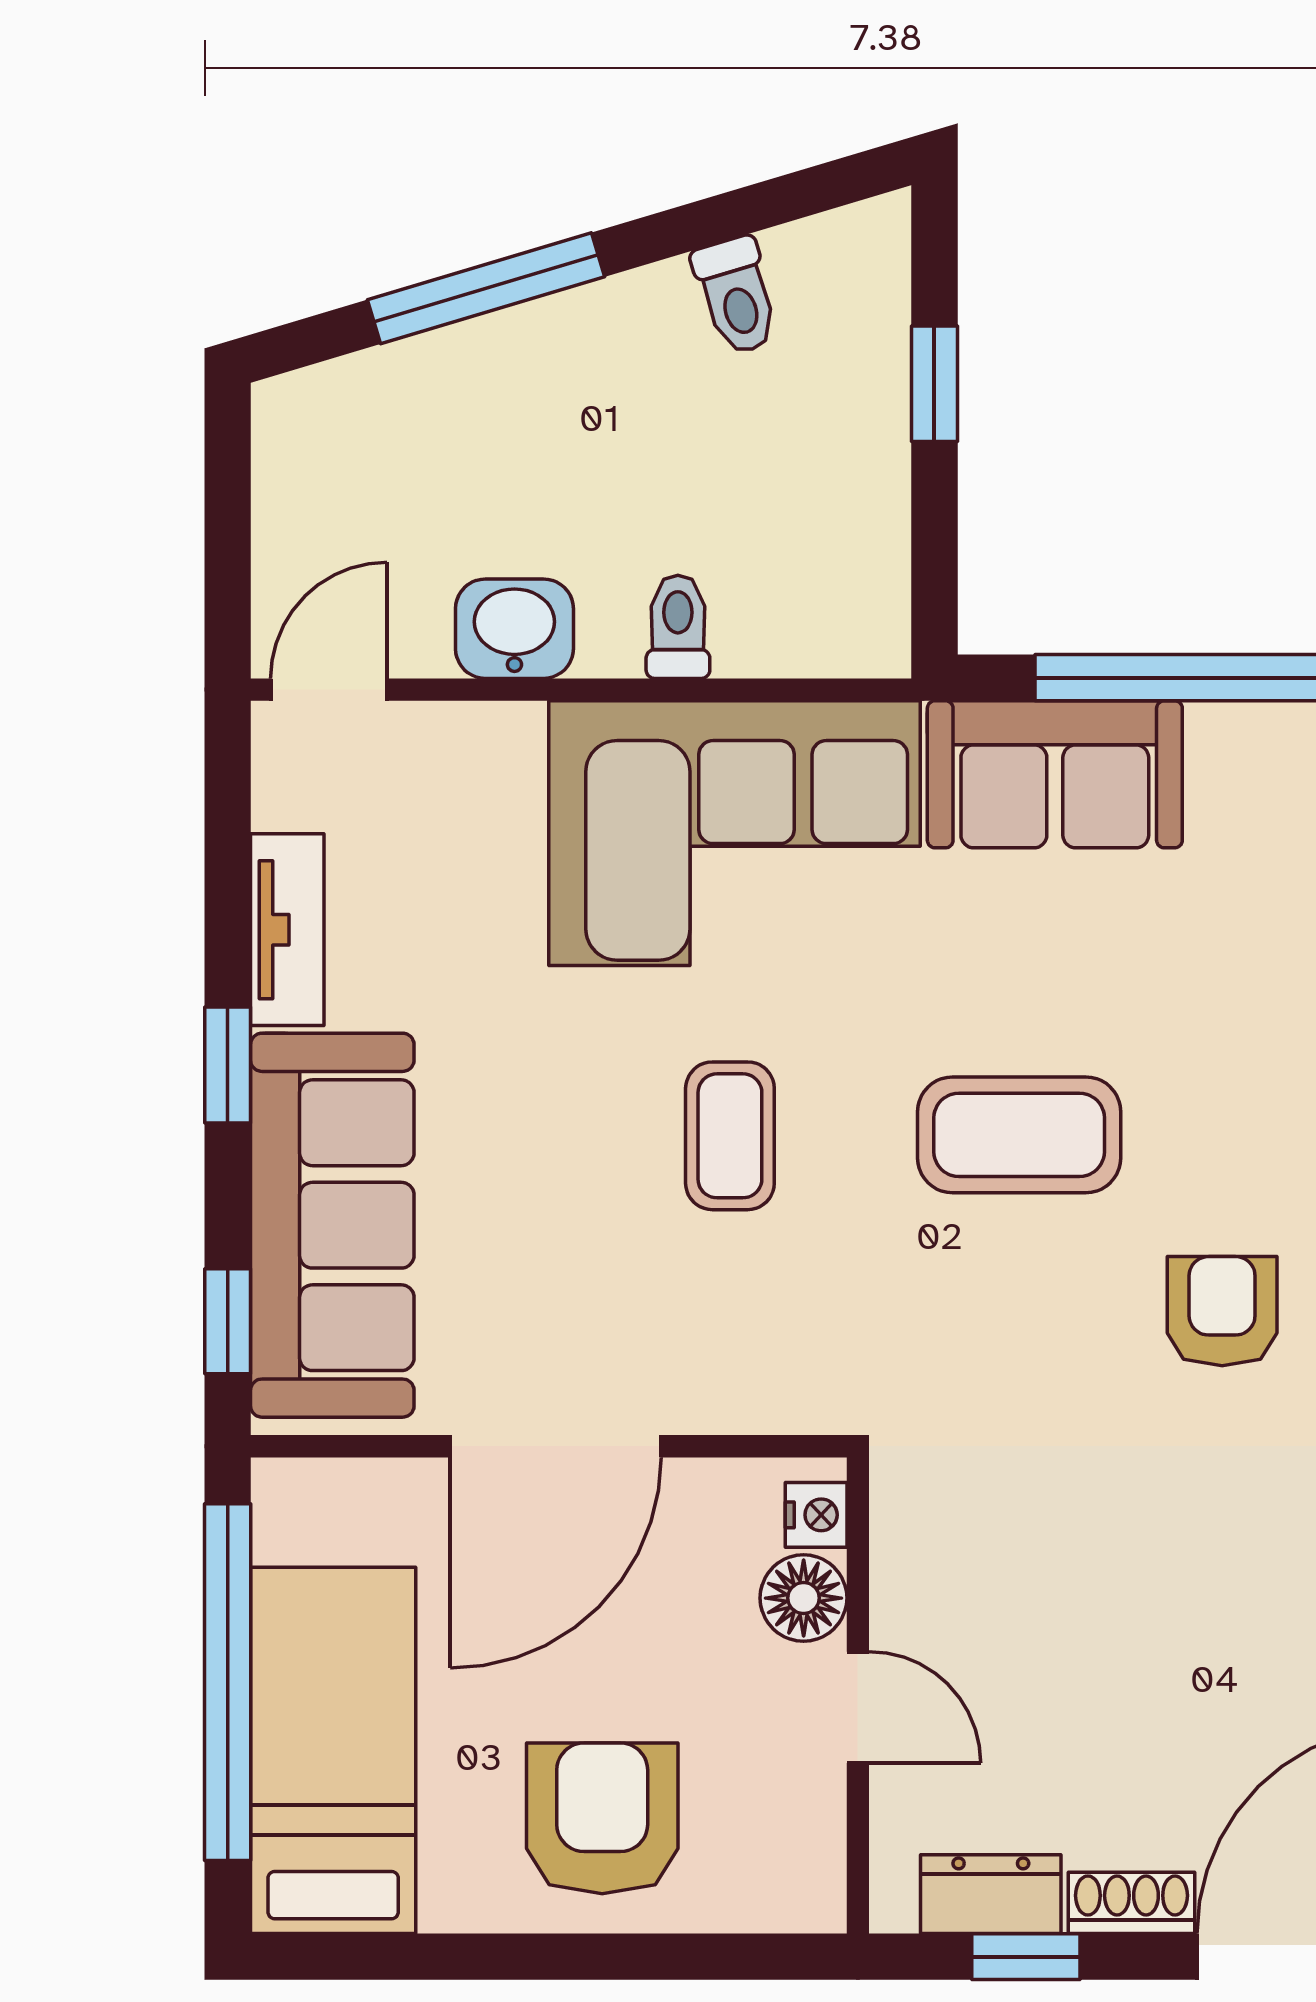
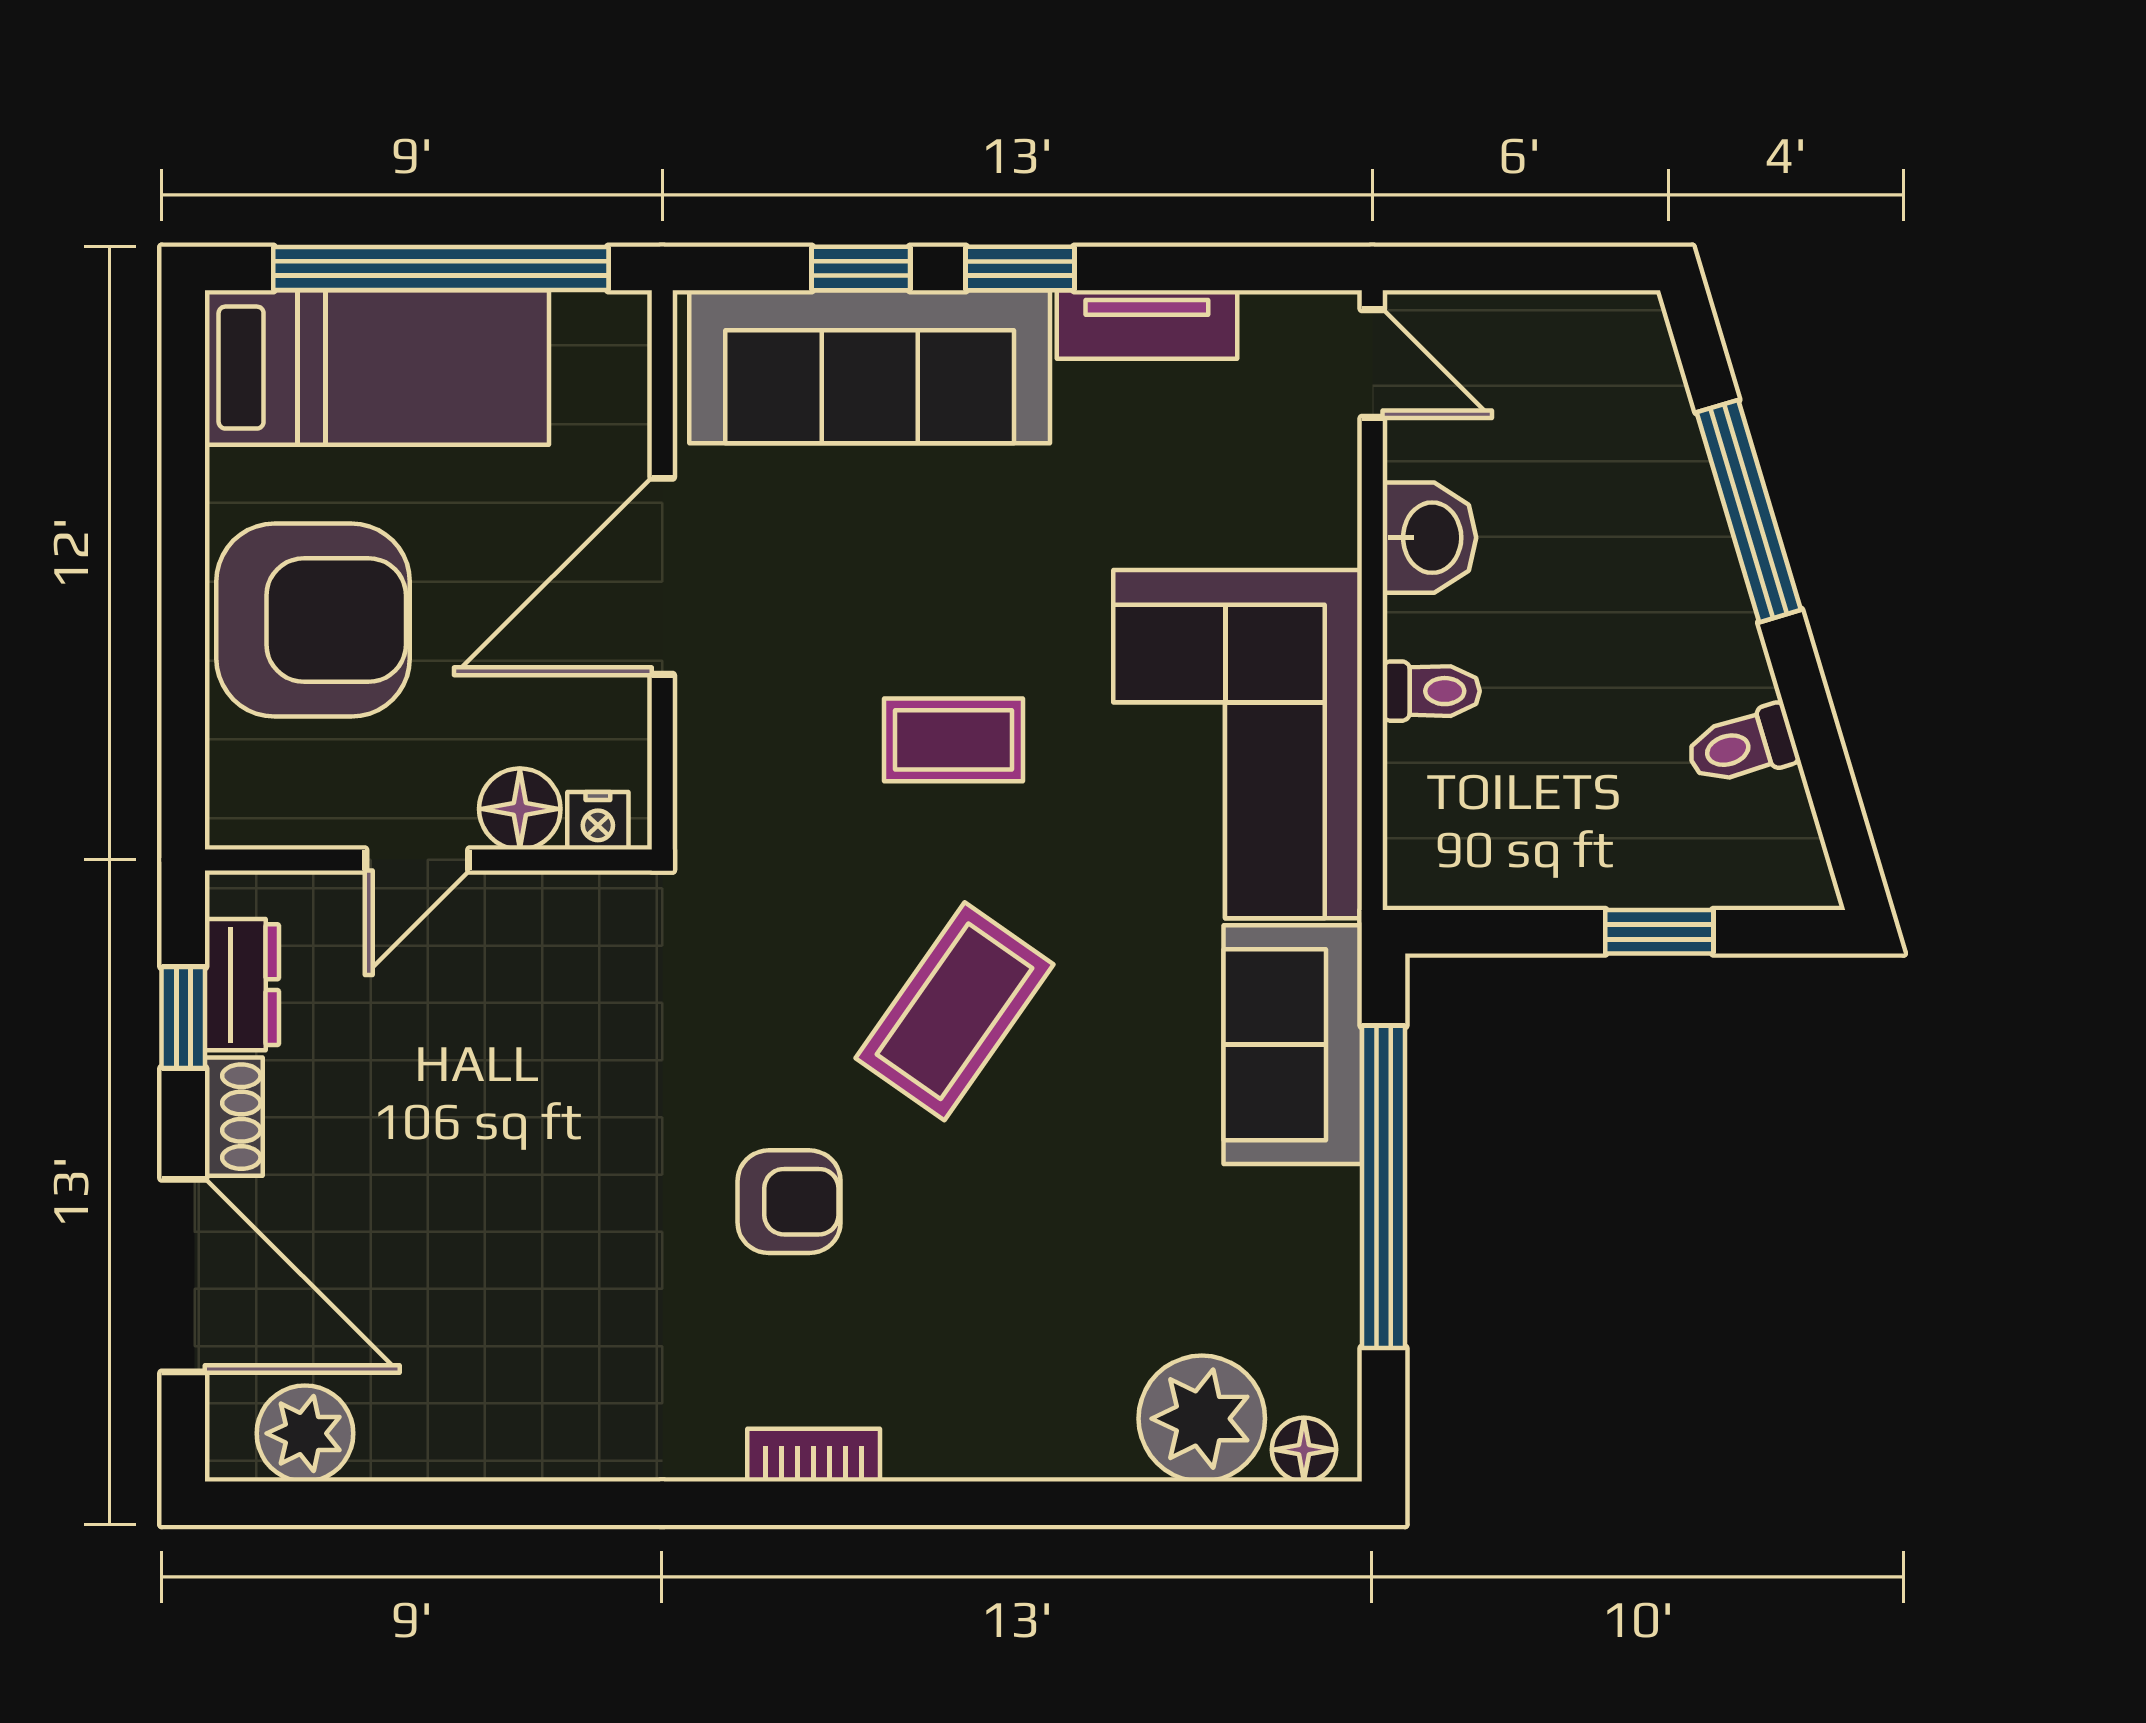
coffee table: (1019, 1135) -> (954, 1011), turned 35
window: (228, 1321) -> (861, 269), moved
door: (556, 1446) -> (662, 576), hinge flipped
armchair: (602, 1818) -> (313, 620), width x1.36, depth x1.36

